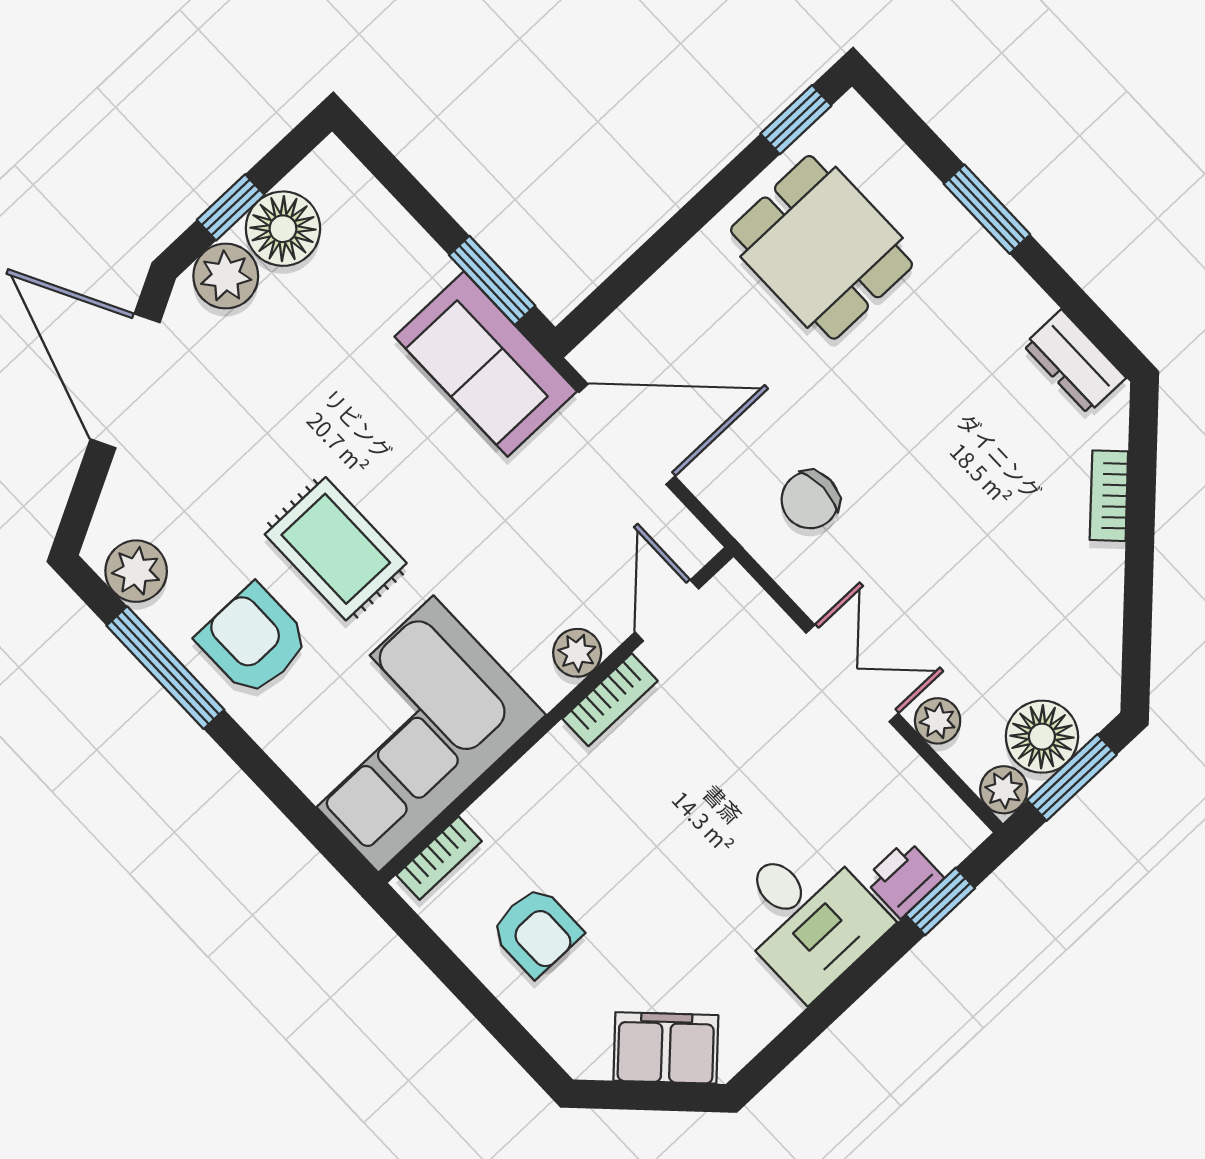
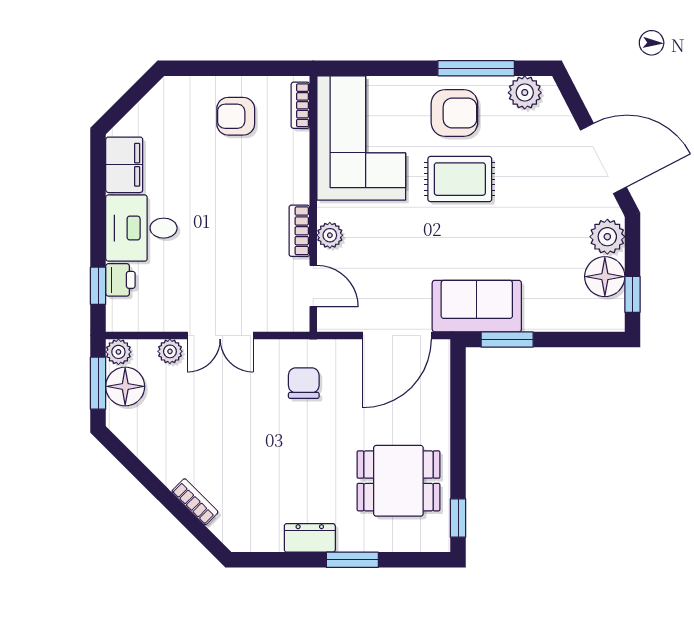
window: (231, 207) -> (632, 294), moved
dresser: (1075, 362) -> (310, 538), moved
filing cabinet: (666, 1048) -> (124, 165), moved, turned -45

